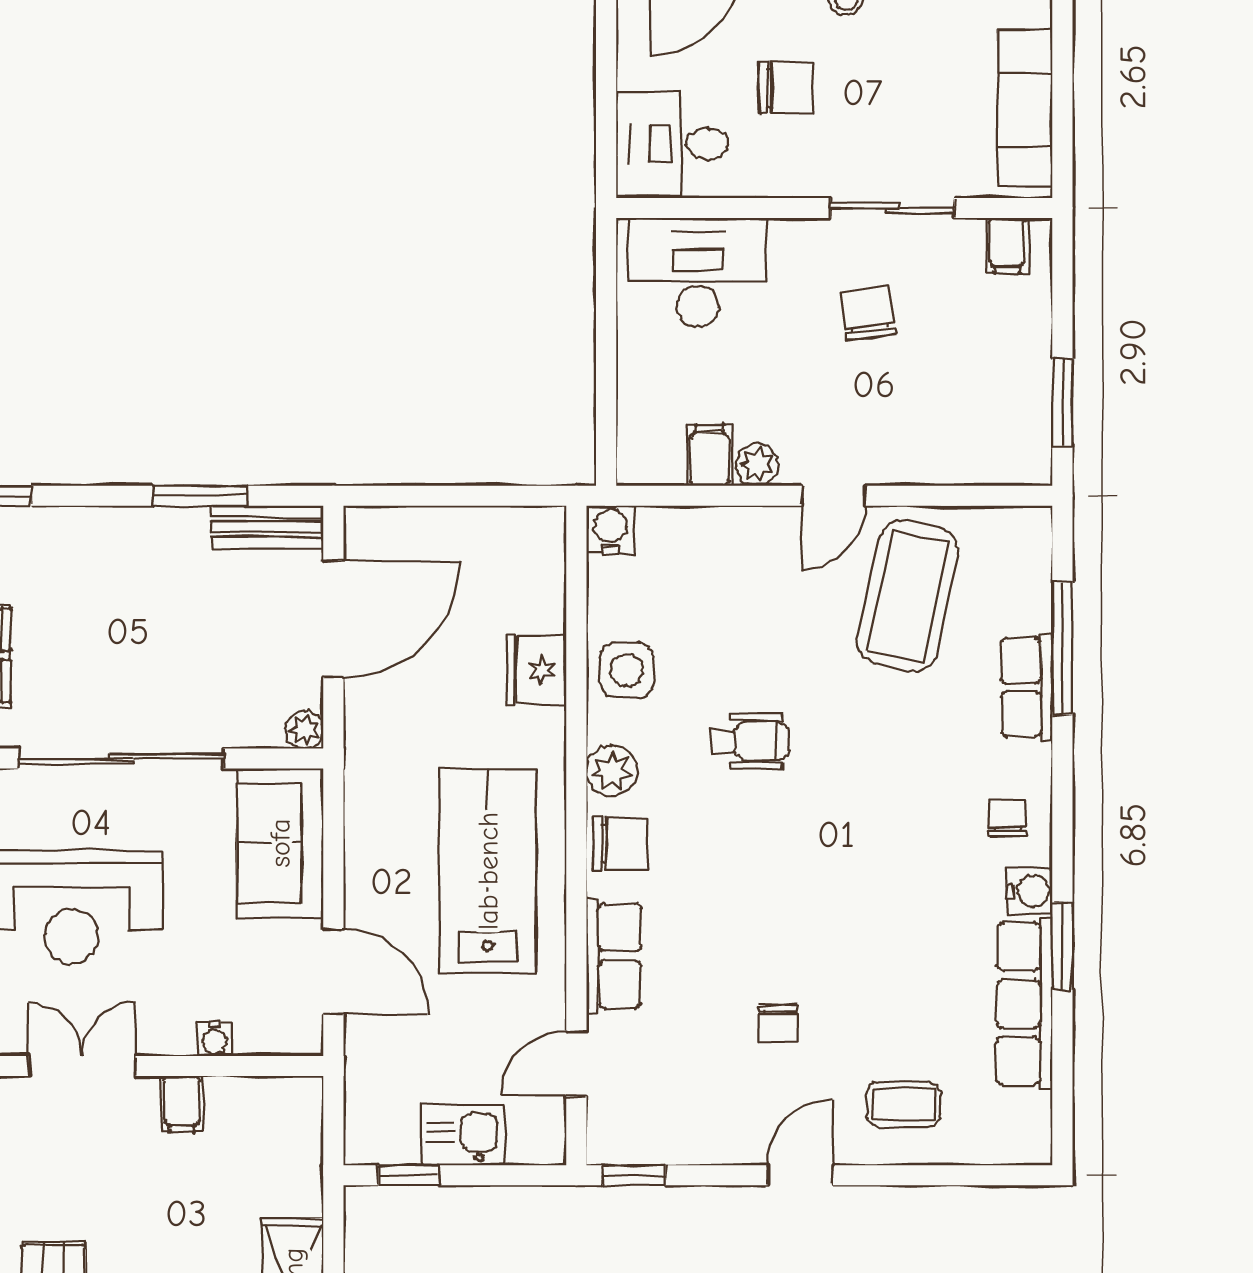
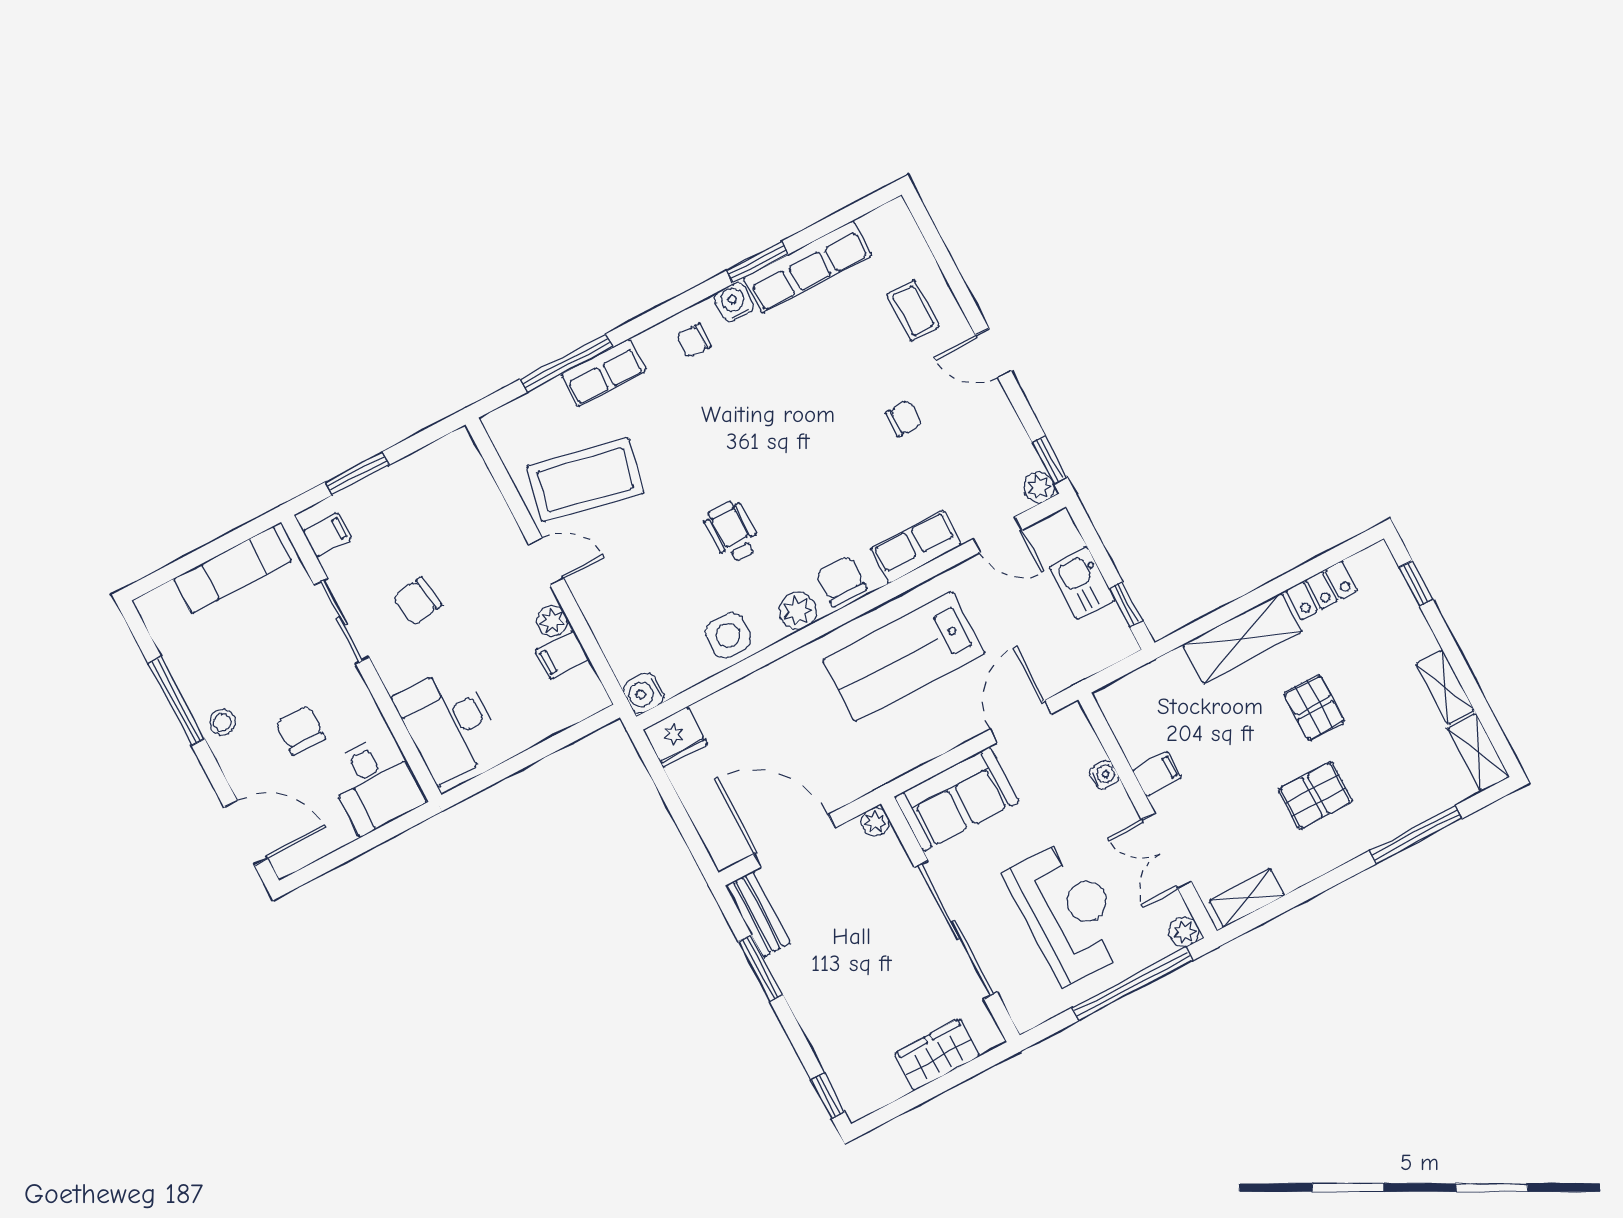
window: (1062, 402) -> (357, 474), moved
fridge: (537, 670) -> (675, 737), moved
plant: (607, 1145) -> (1039, 487), added

